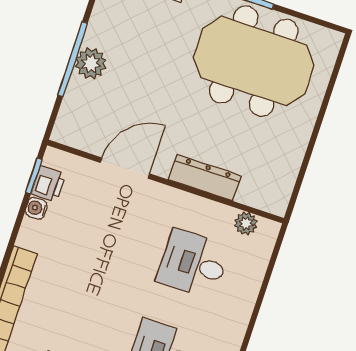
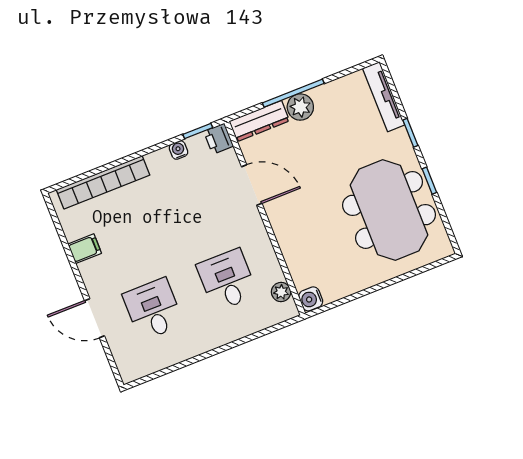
dresser: (205, 178) -> (259, 121), moved, turned 90
printer: (48, 184) -> (219, 139), moved, turned 90
water cooler: (275, 202) -> (311, 299), added

